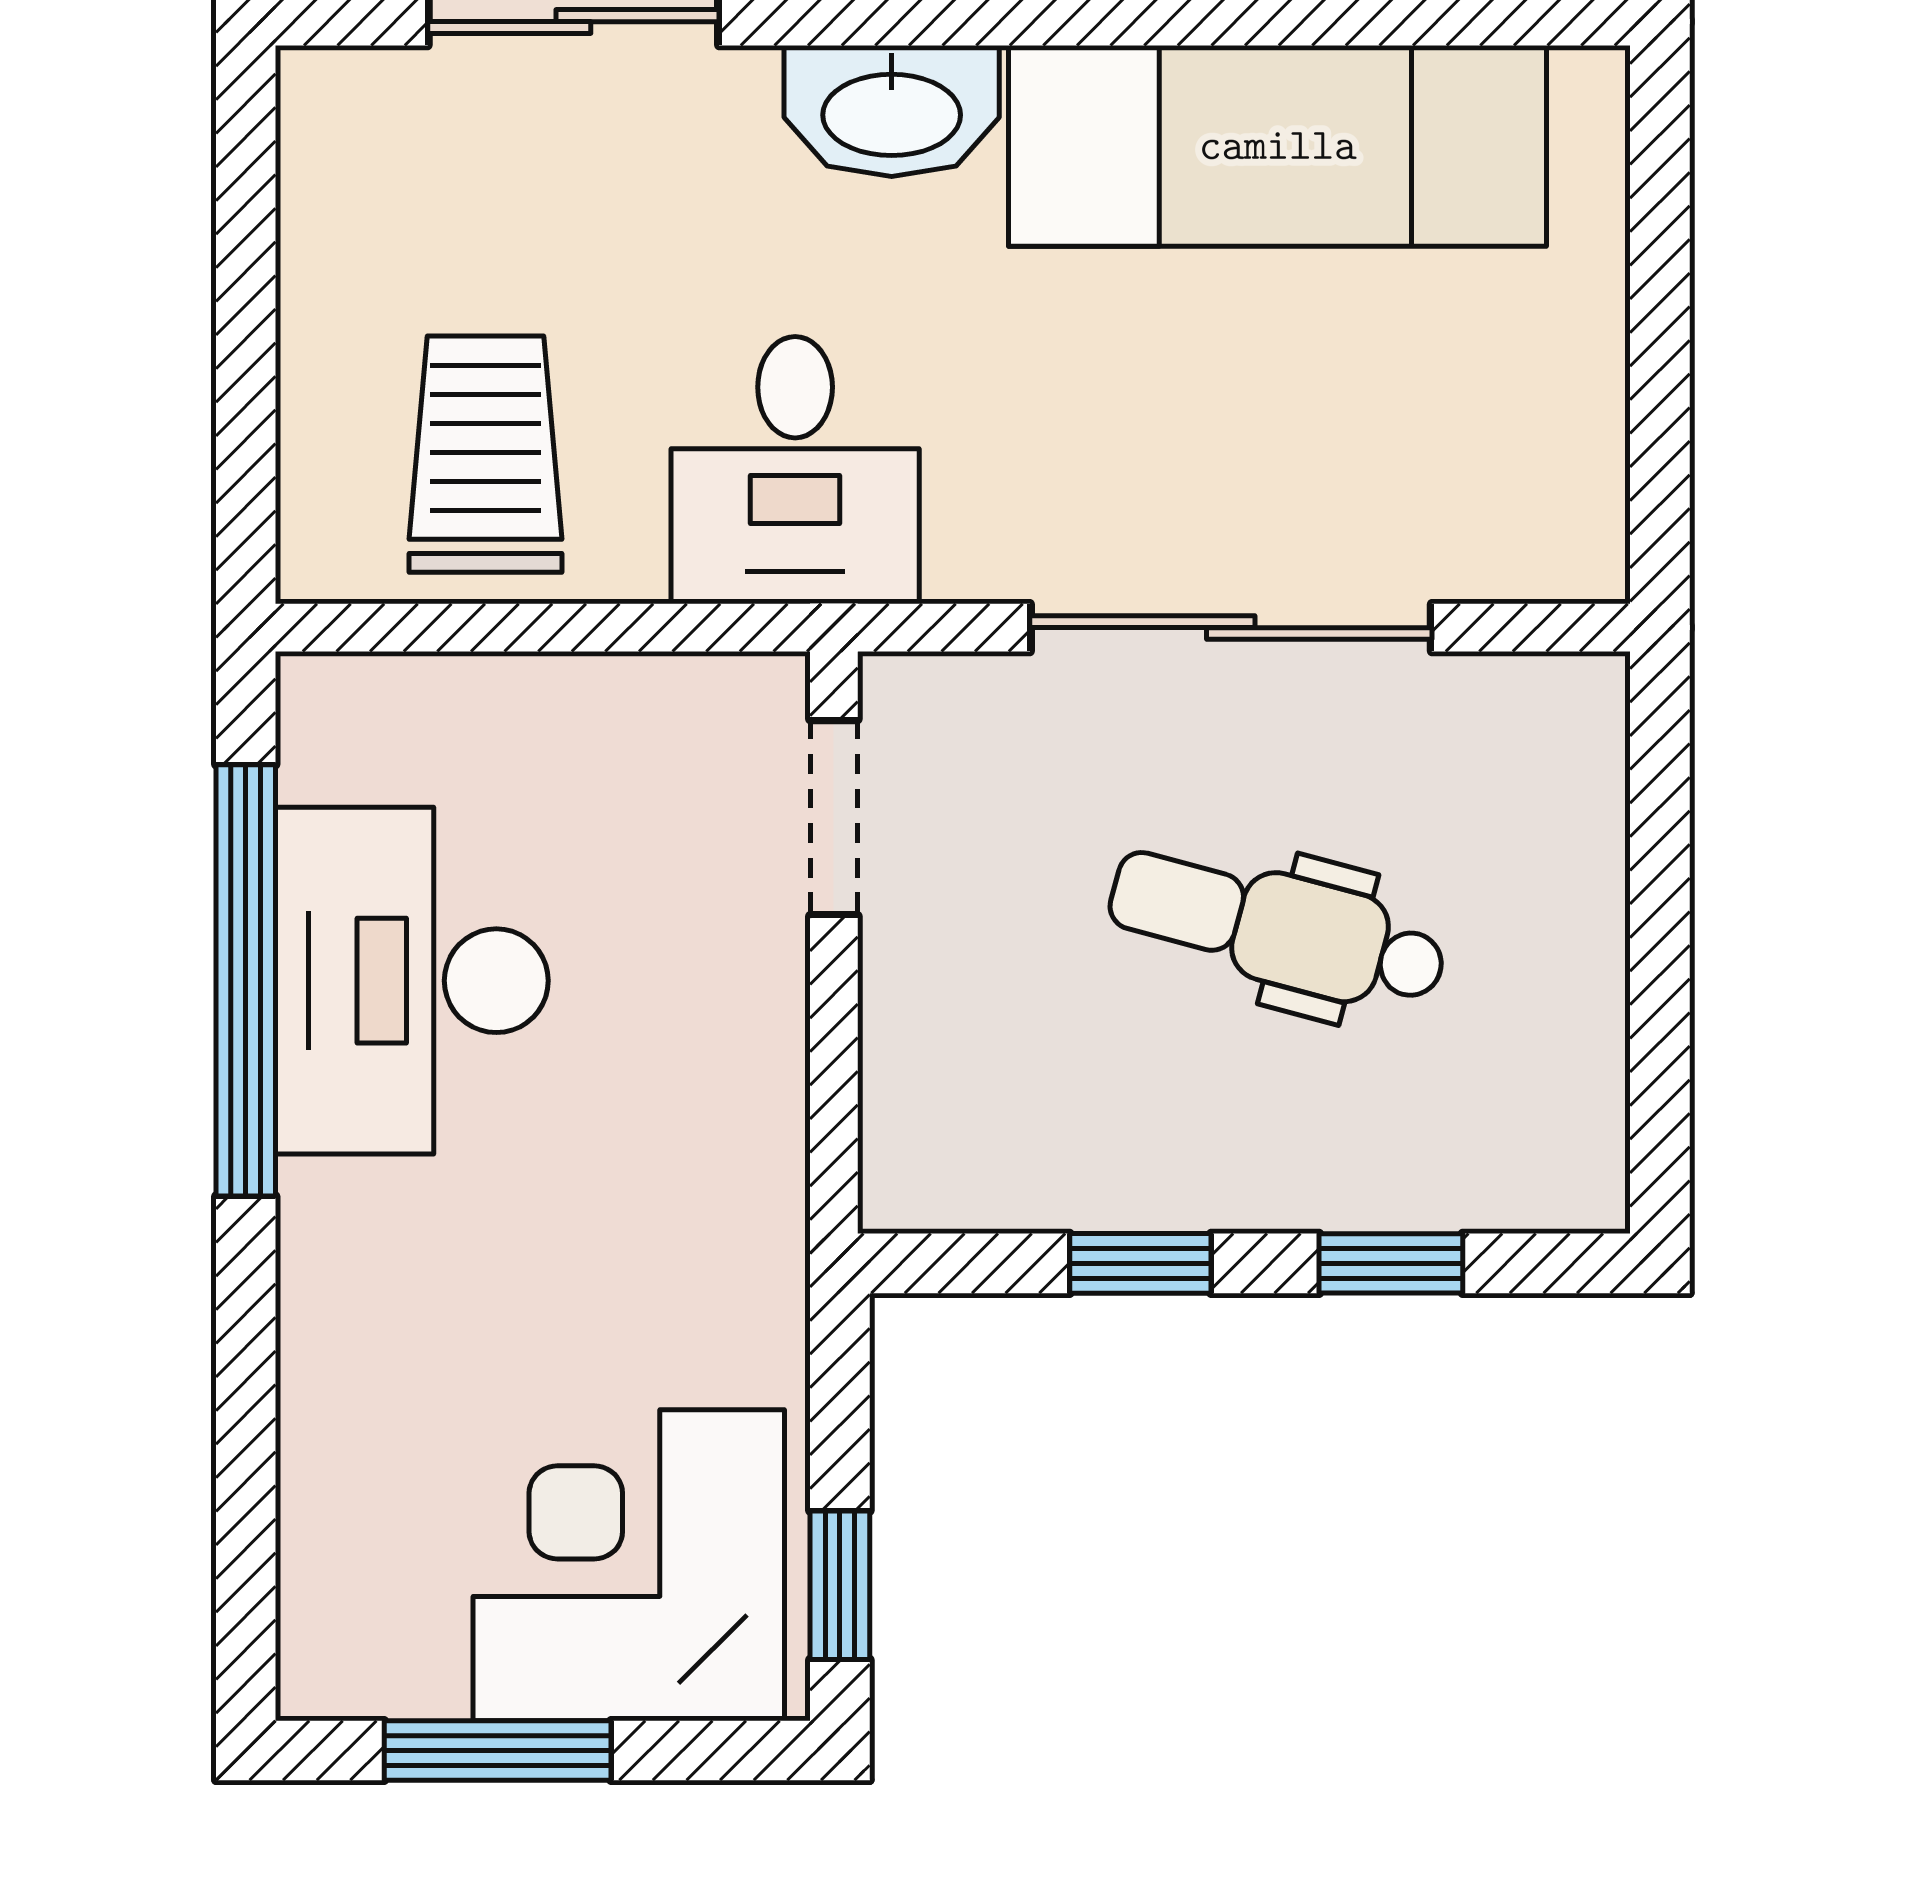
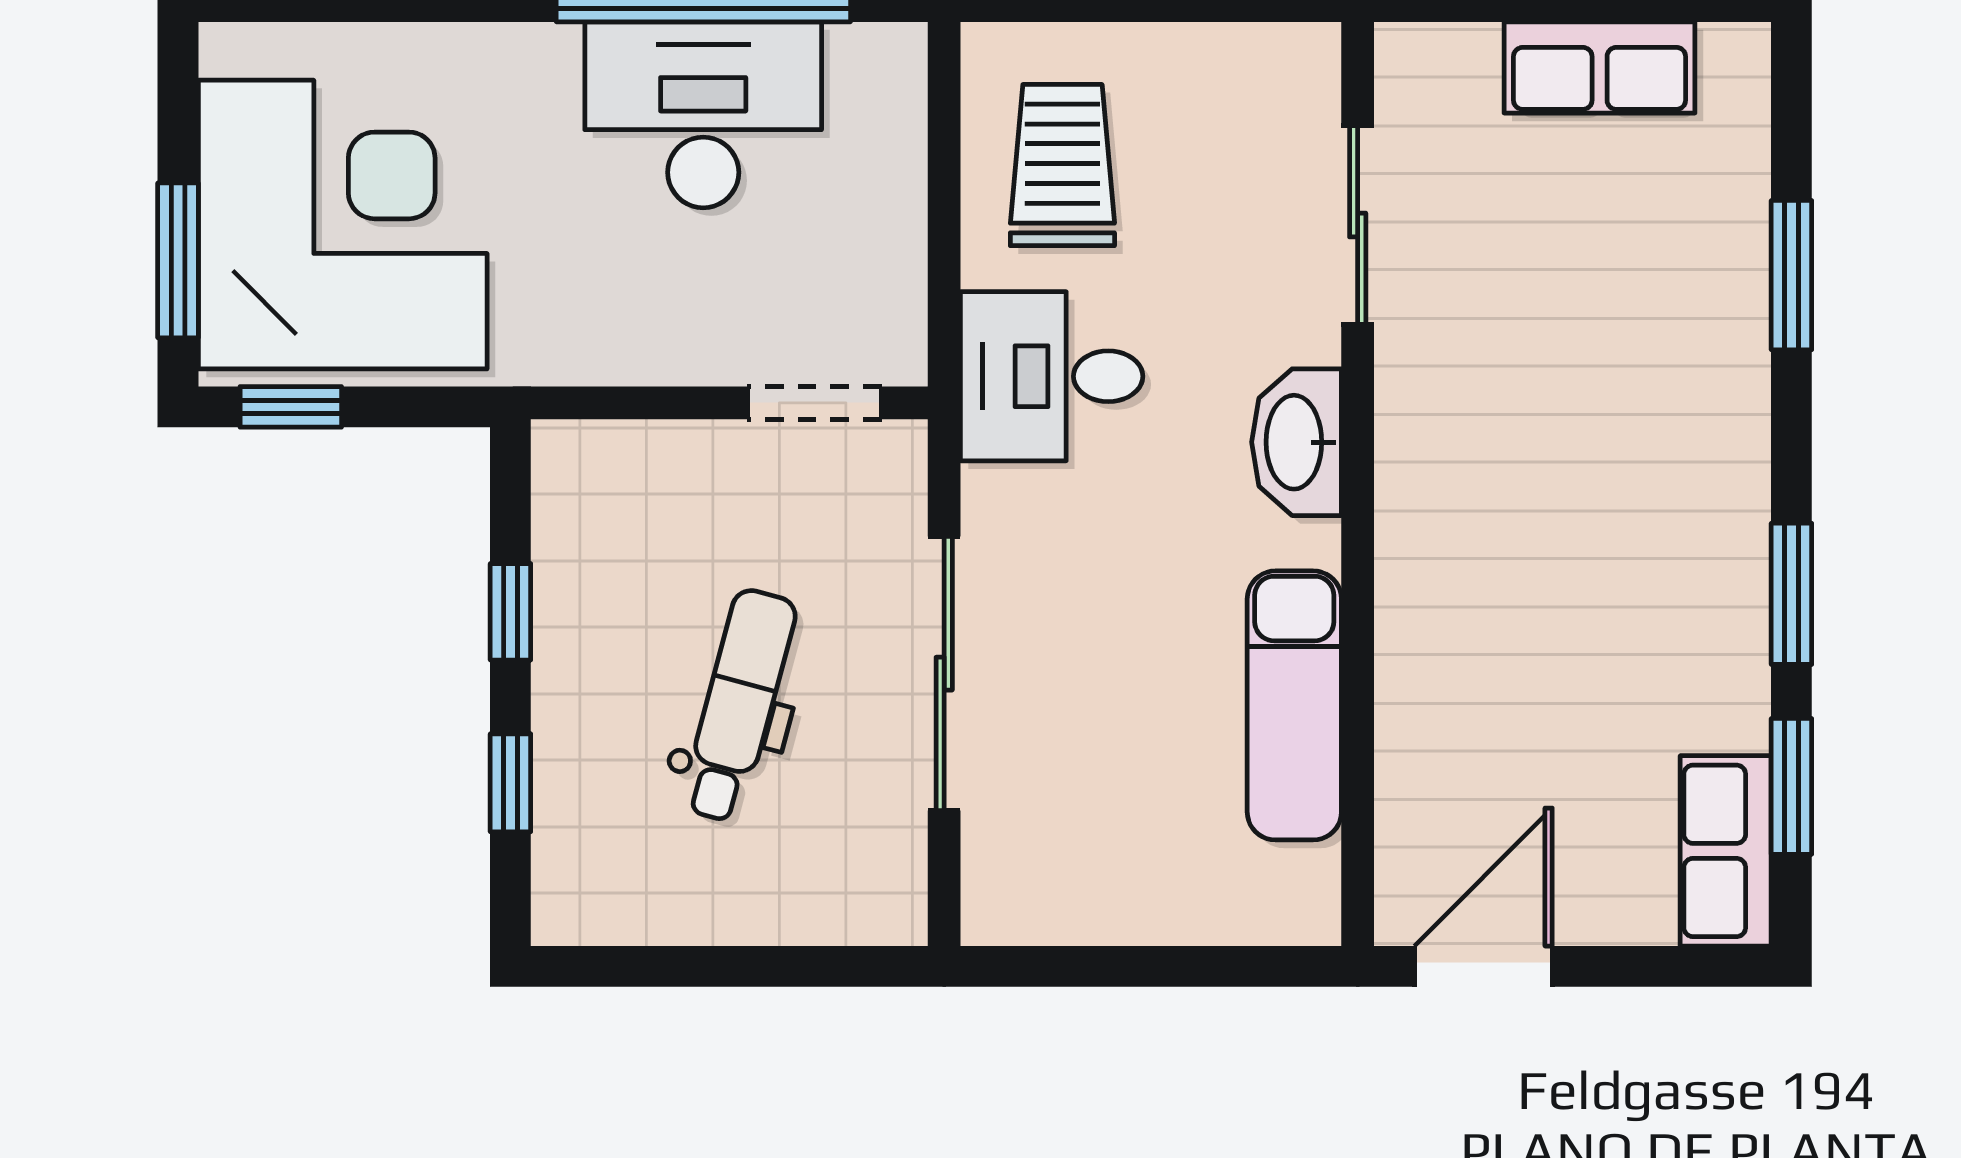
exam couch: (1278, 146) -> (1294, 705), width x0.73, depth x0.69
trolley: (485, 454) -> (1062, 165), turned -90
corner desk: (629, 1565) -> (343, 225), width x1.36, depth x1.36
window: (498, 1751) -> (178, 260), moved

